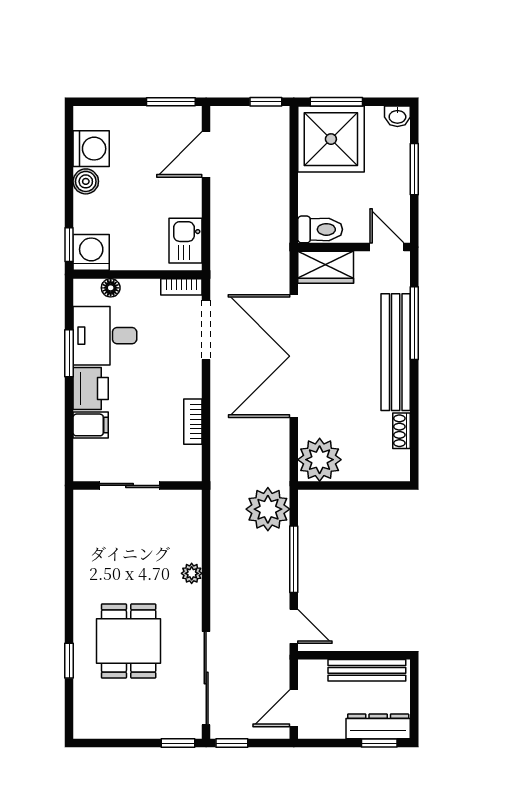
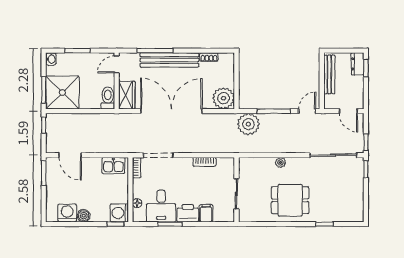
double door: (294, 356) -> (171, 111), swing flipped
dining table: (129, 641) -> (290, 200), moved
dresser: (378, 726) -> (357, 64), width x0.70

